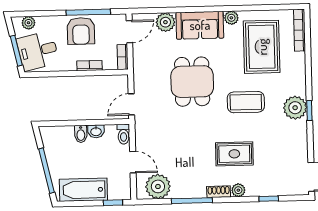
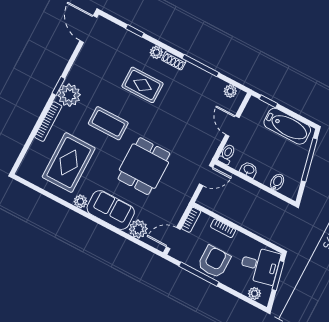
bookcase: (299, 30) -> (48, 122), moved
bidet: (81, 134) -> (277, 182), moved
plant: (158, 186) -> (230, 91), width x0.53, depth x0.53

